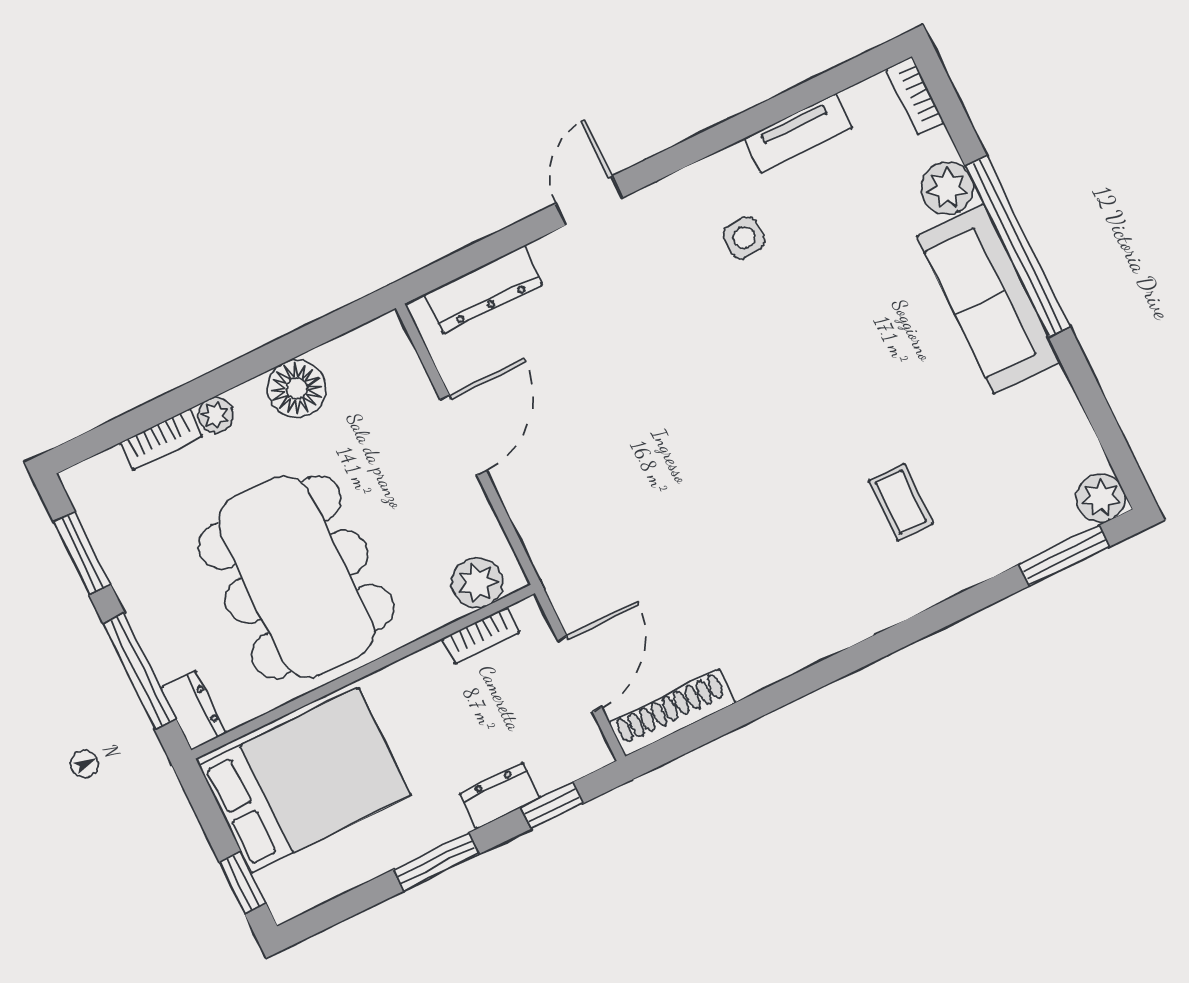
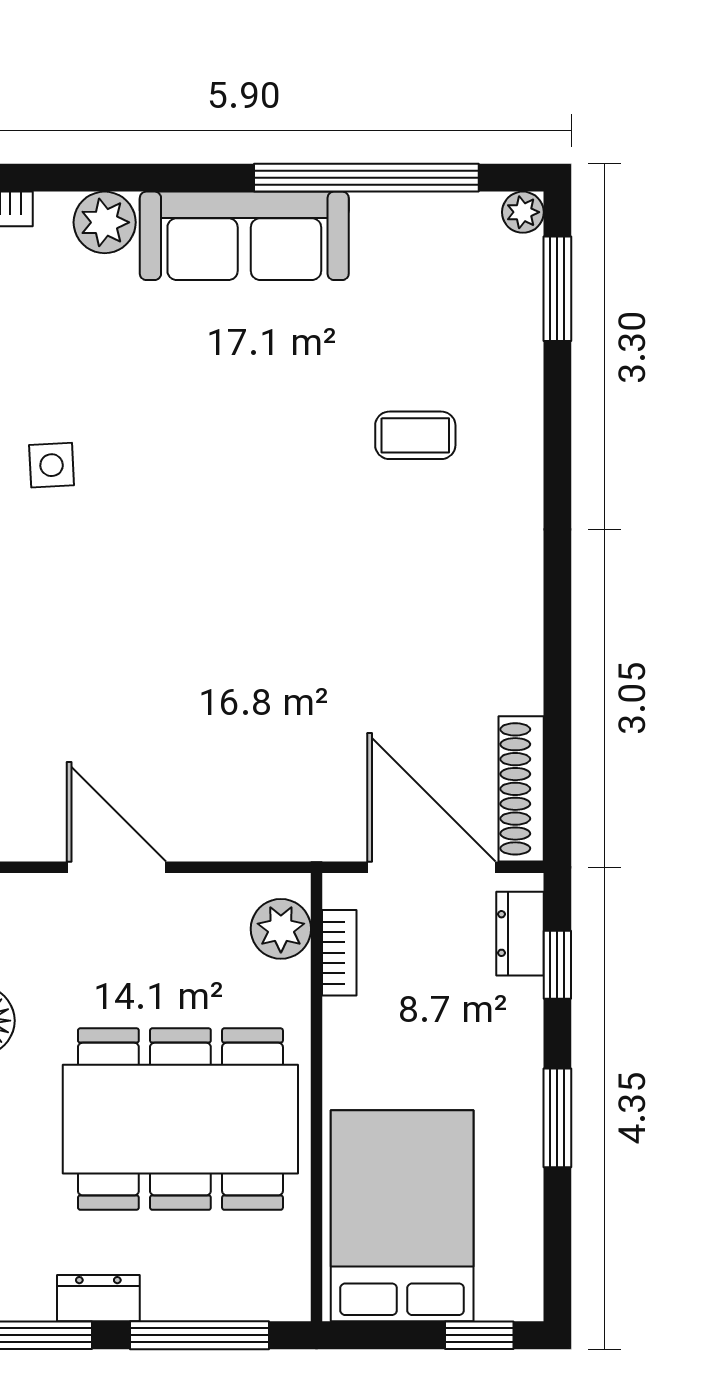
window: (1018, 246) -> (366, 178), moved
plant: (1101, 498) -> (523, 212), width x0.73, depth x0.73
door: (580, 674) -> (431, 867), width x1.36
dresser: (193, 711) -> (98, 1298), moved
dresser: (500, 796) -> (520, 934), moved

